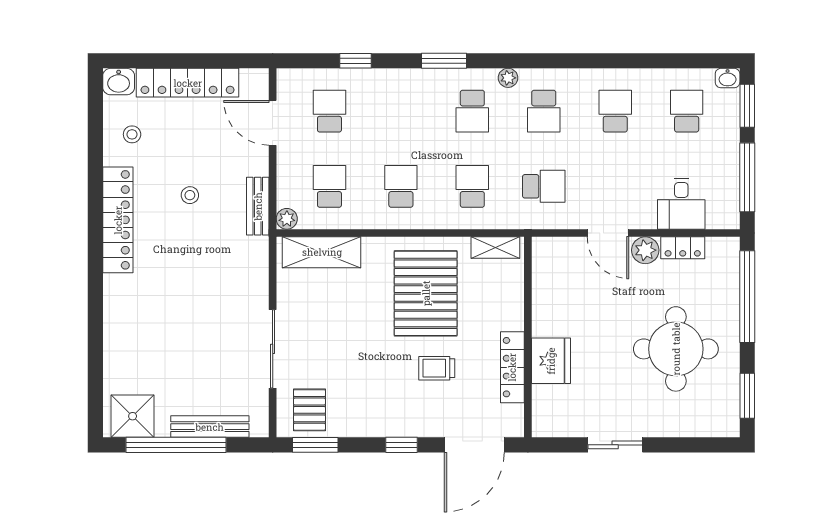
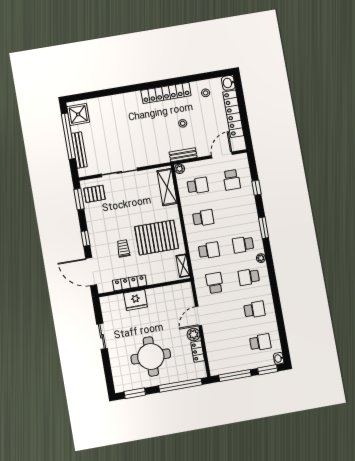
school desk: (329, 111) -> (232, 180), turned 90
school desk: (544, 186) -> (215, 283), turned 180
desk: (681, 204) -> (218, 347), removed

